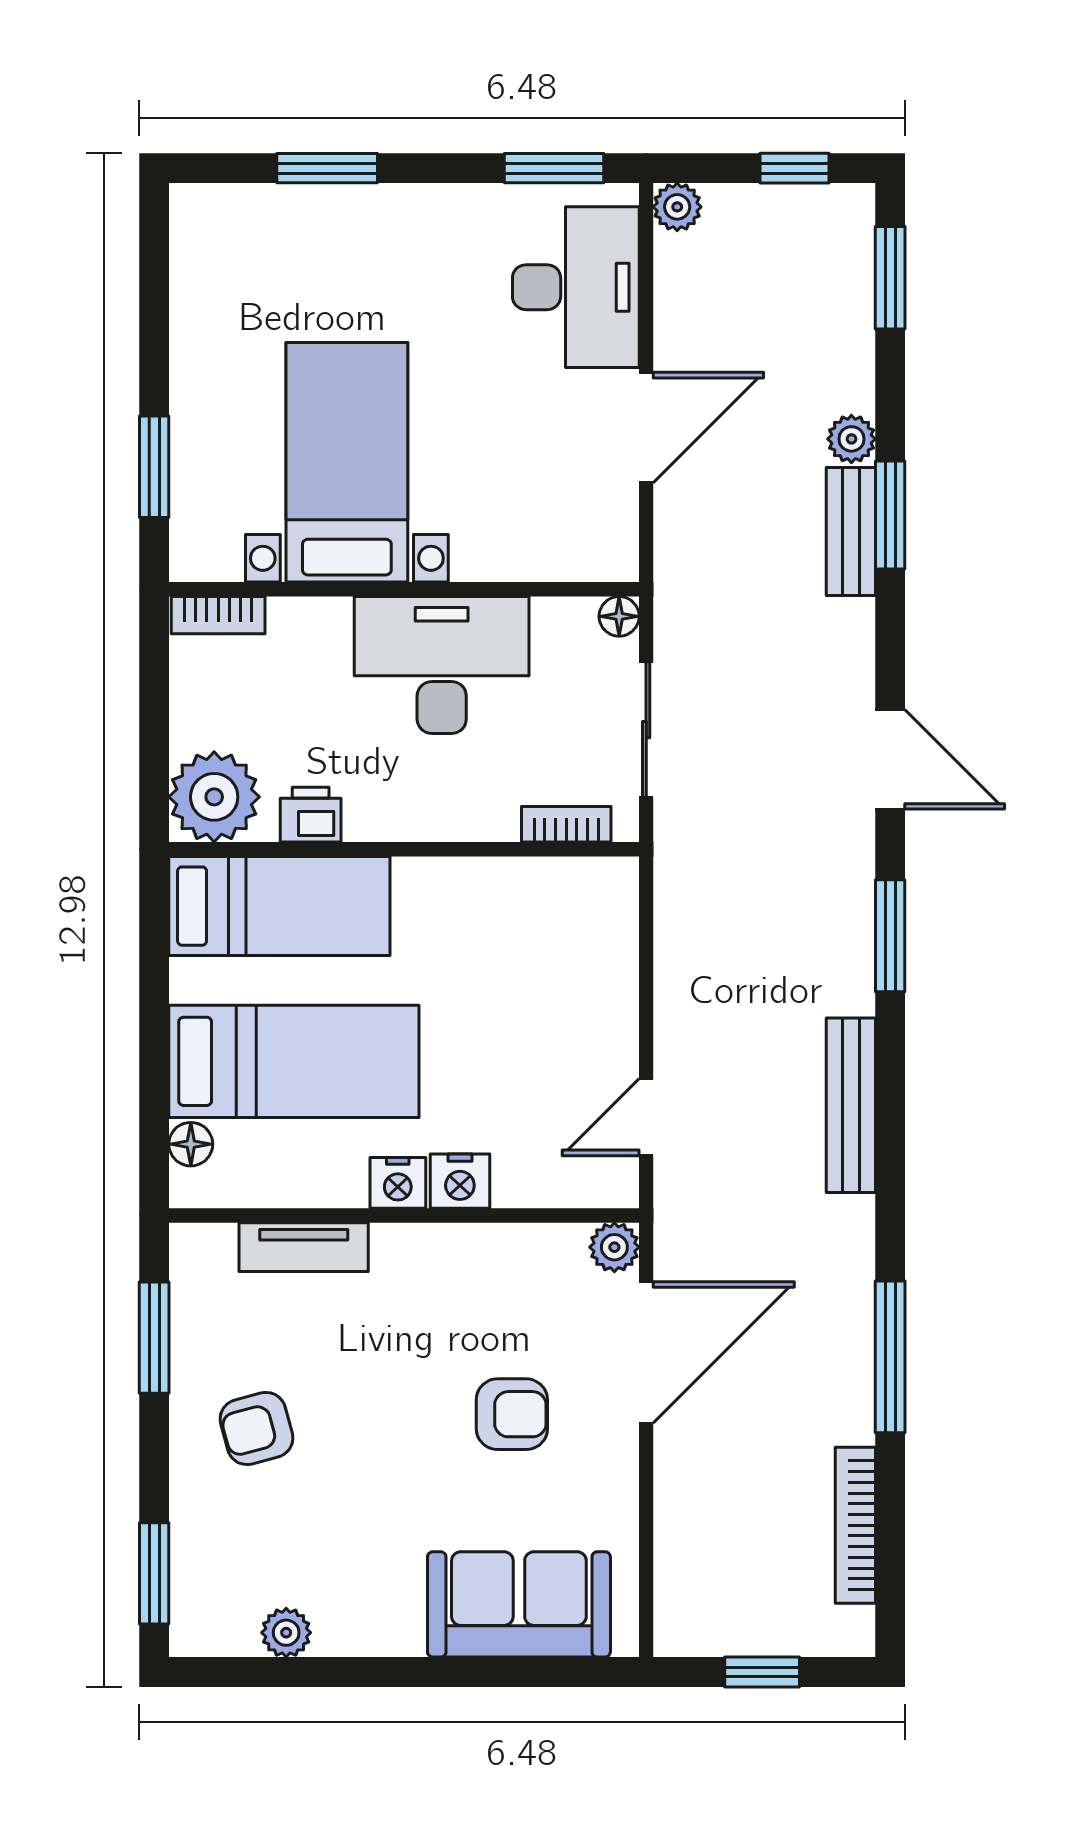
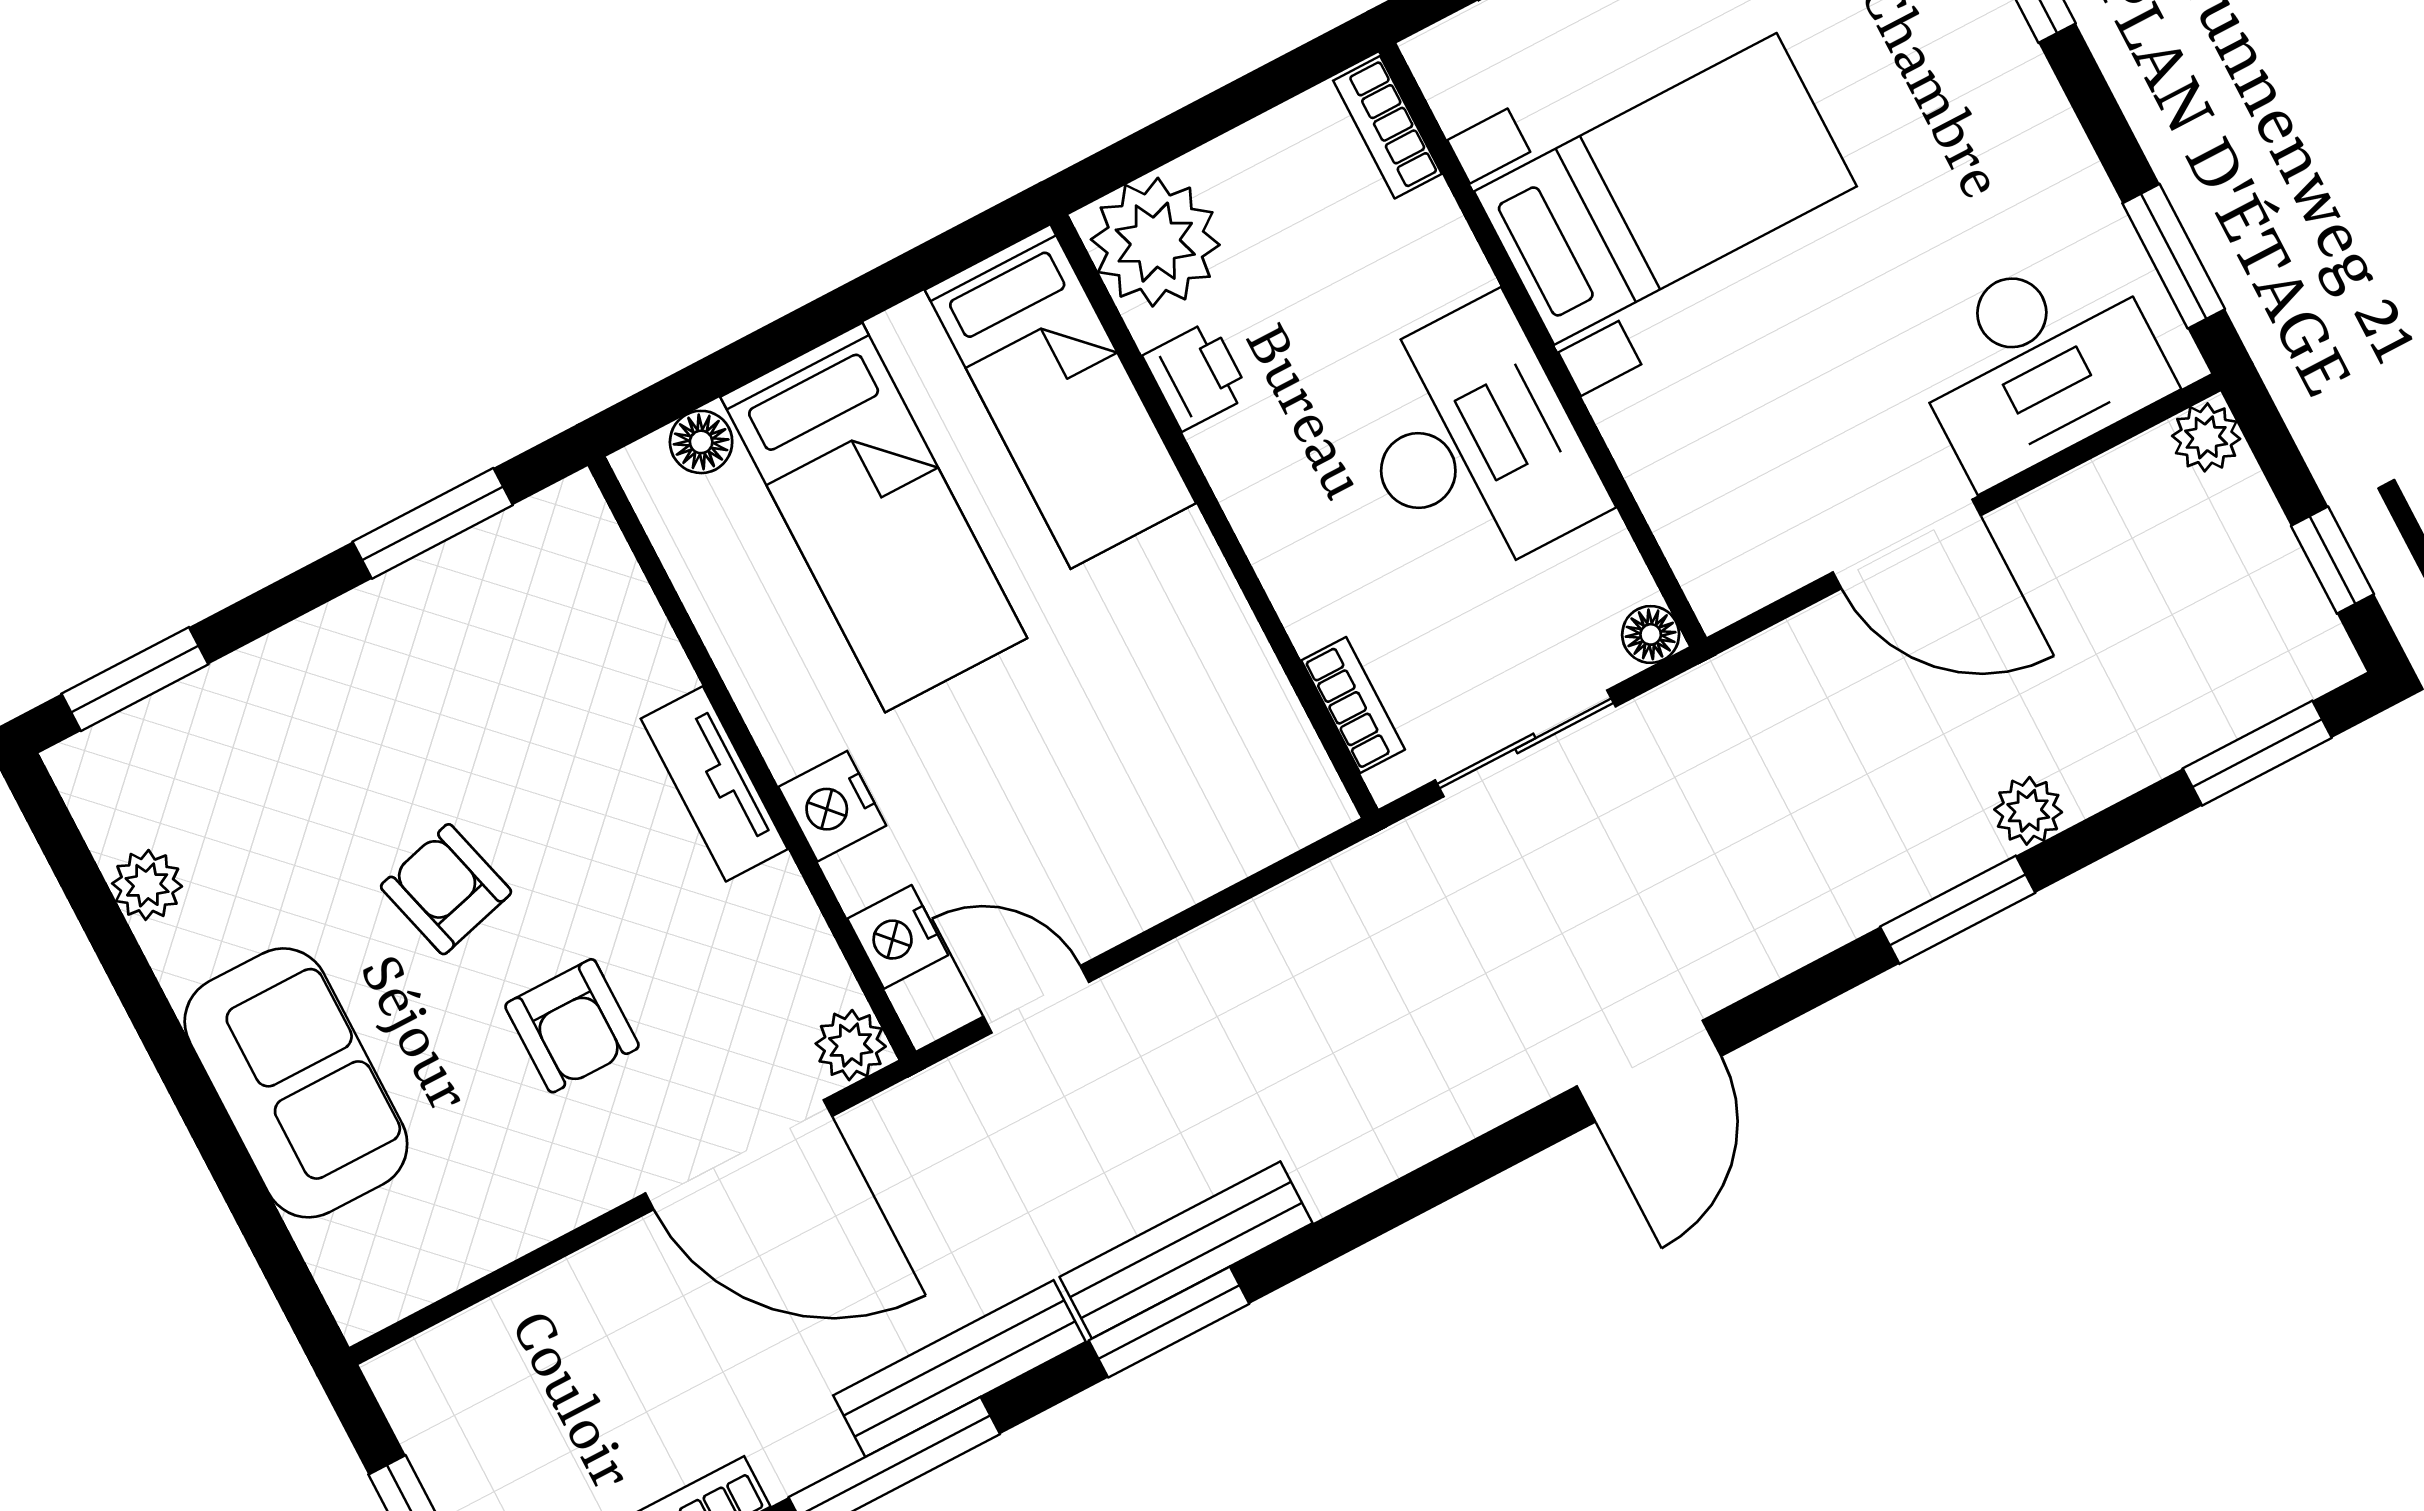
bench: (851, 532) -> (959, 1369), moved, width x1.36
window: (890, 936) -> (1169, 1322), moved
nightstand: (398, 1183) -> (898, 937), moved
tv unit: (304, 1247) -> (714, 784), moved
armchair: (256, 1428) -> (446, 889), moved
sofa: (519, 1604) -> (296, 1083), moved

